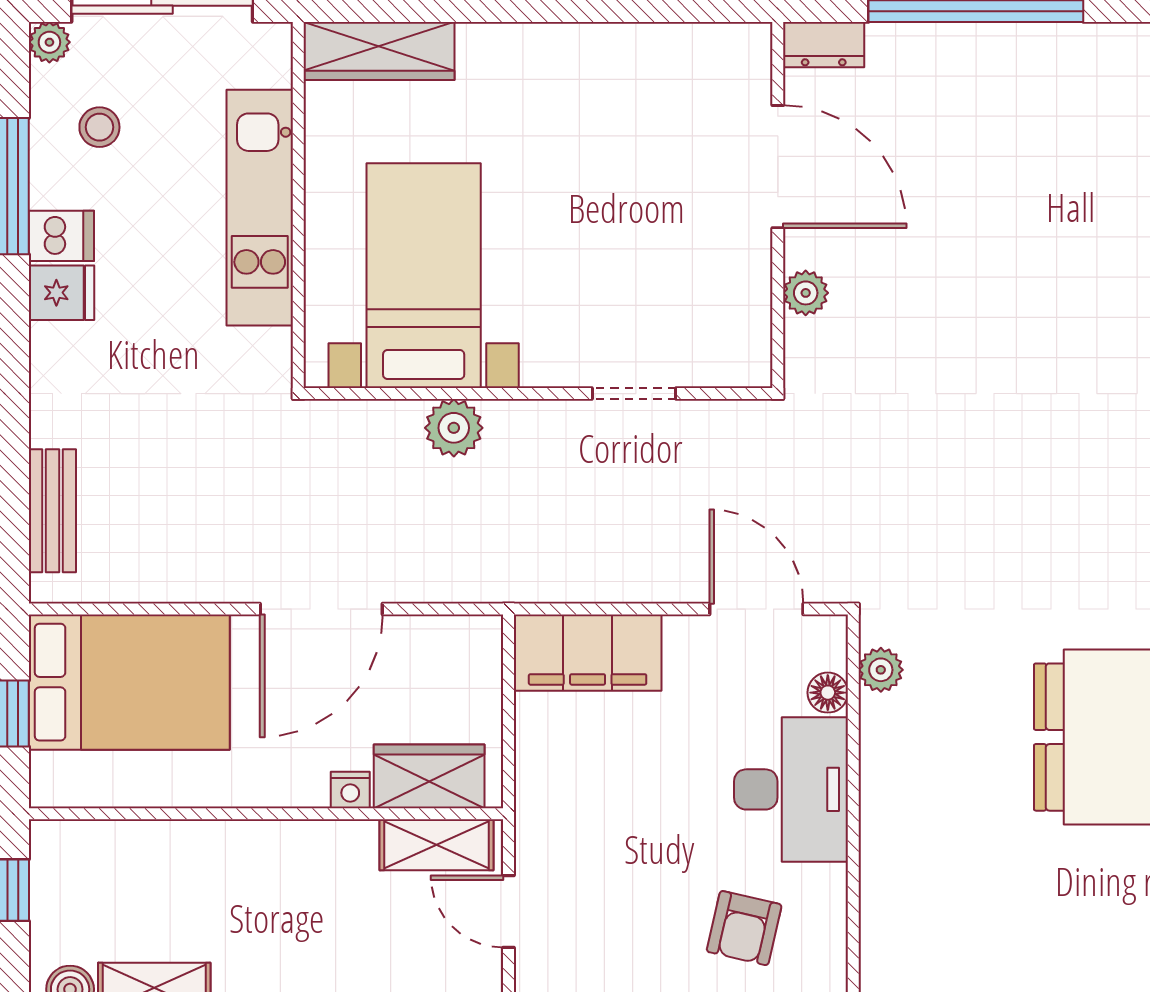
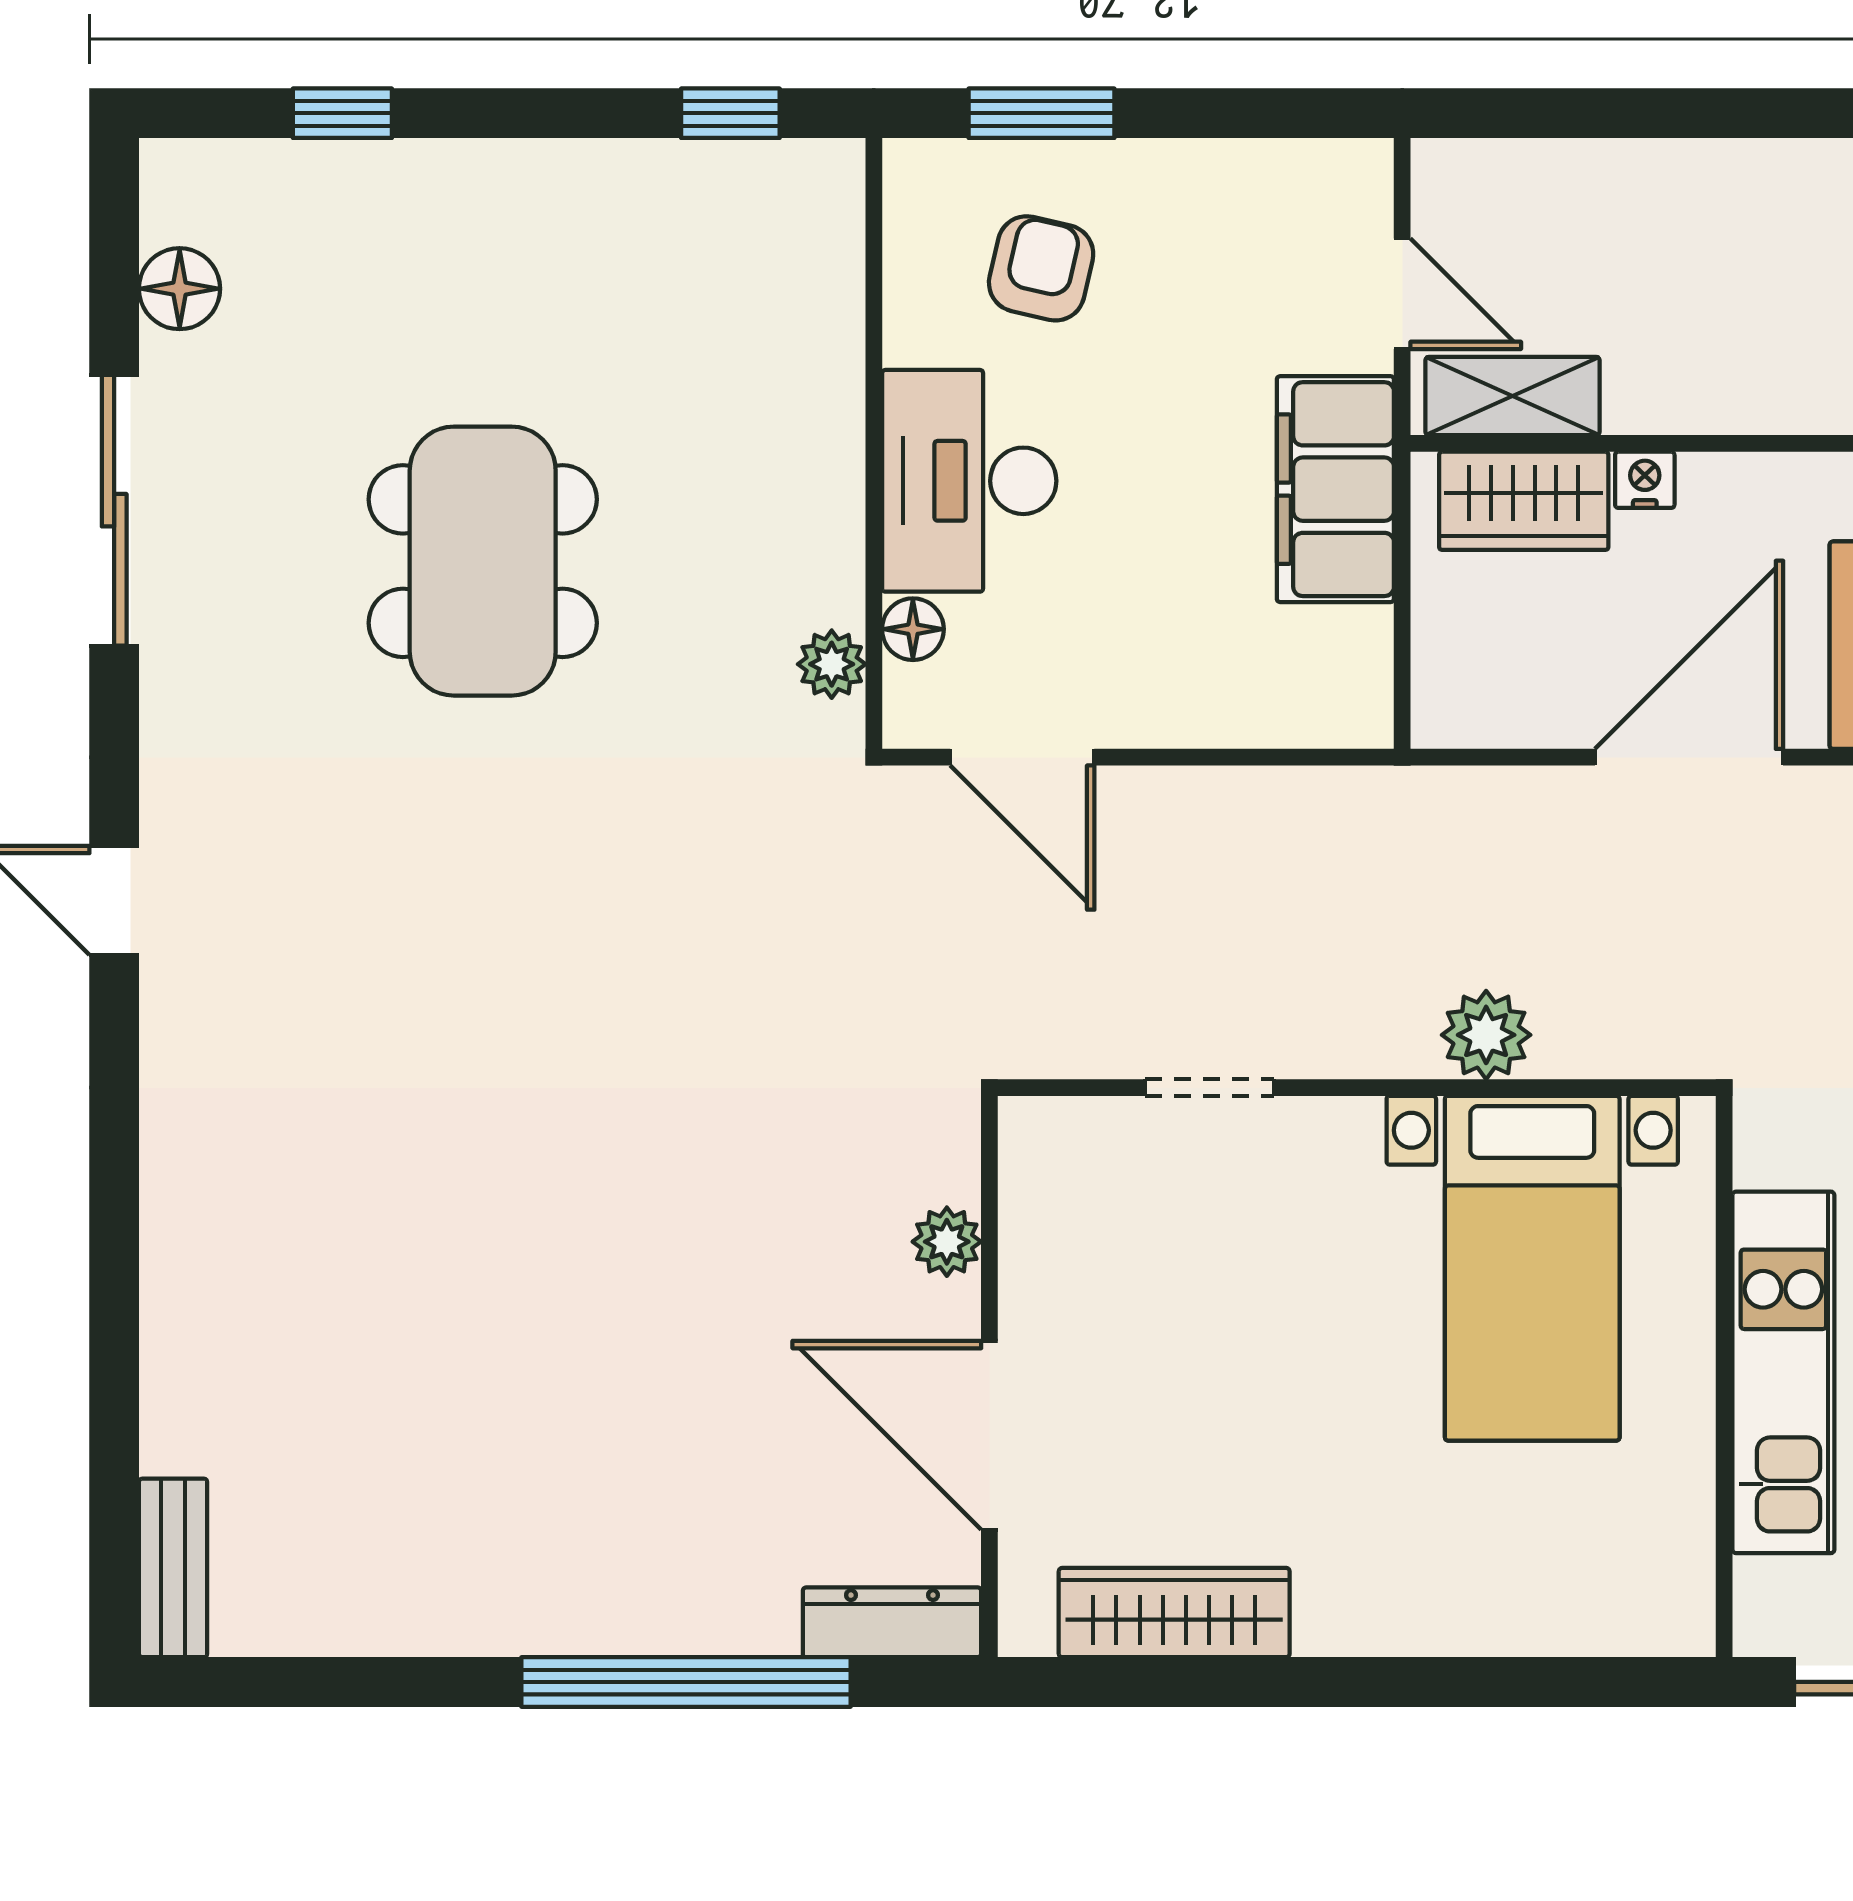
dresser: (824, 45) -> (892, 1622), width x1.44
wardrobe: (379, 51) -> (1174, 1613), moved
filing cabinet: (588, 653) -> (1335, 489), moved, turned -90

